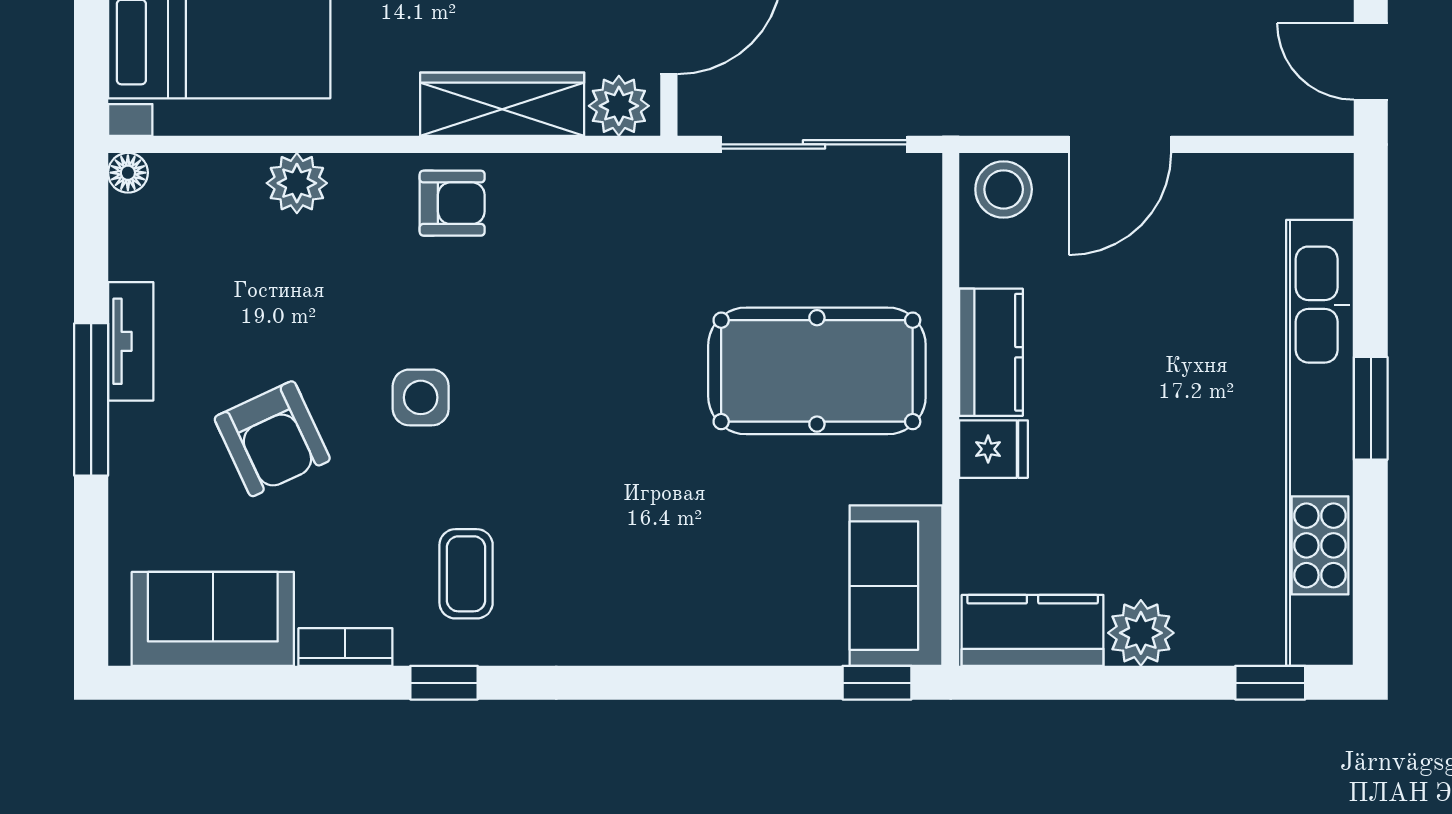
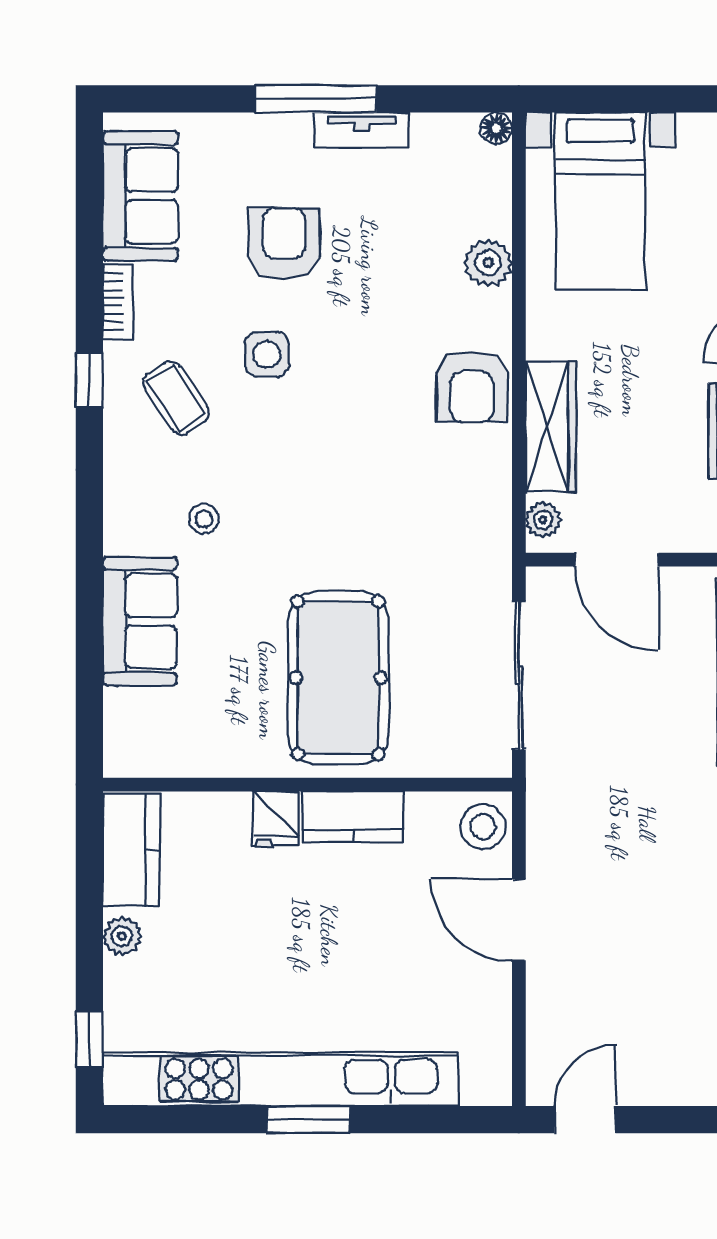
plant: (619, 106) -> (543, 520), width x0.73, depth x0.73
armchair: (452, 203) -> (472, 387), width x1.38, depth x1.38
side table: (421, 397) -> (267, 355), moved
armchair: (272, 439) -> (284, 243), turned 115
stool: (618, 539) -> (204, 519), added
coffee table: (466, 574) -> (176, 398), turned 56
sofa: (896, 586) -> (140, 621), moved, turned 90
plant: (1141, 633) -> (122, 936), width x0.73, depth x0.73
window: (877, 683) -> (89, 726), removed

